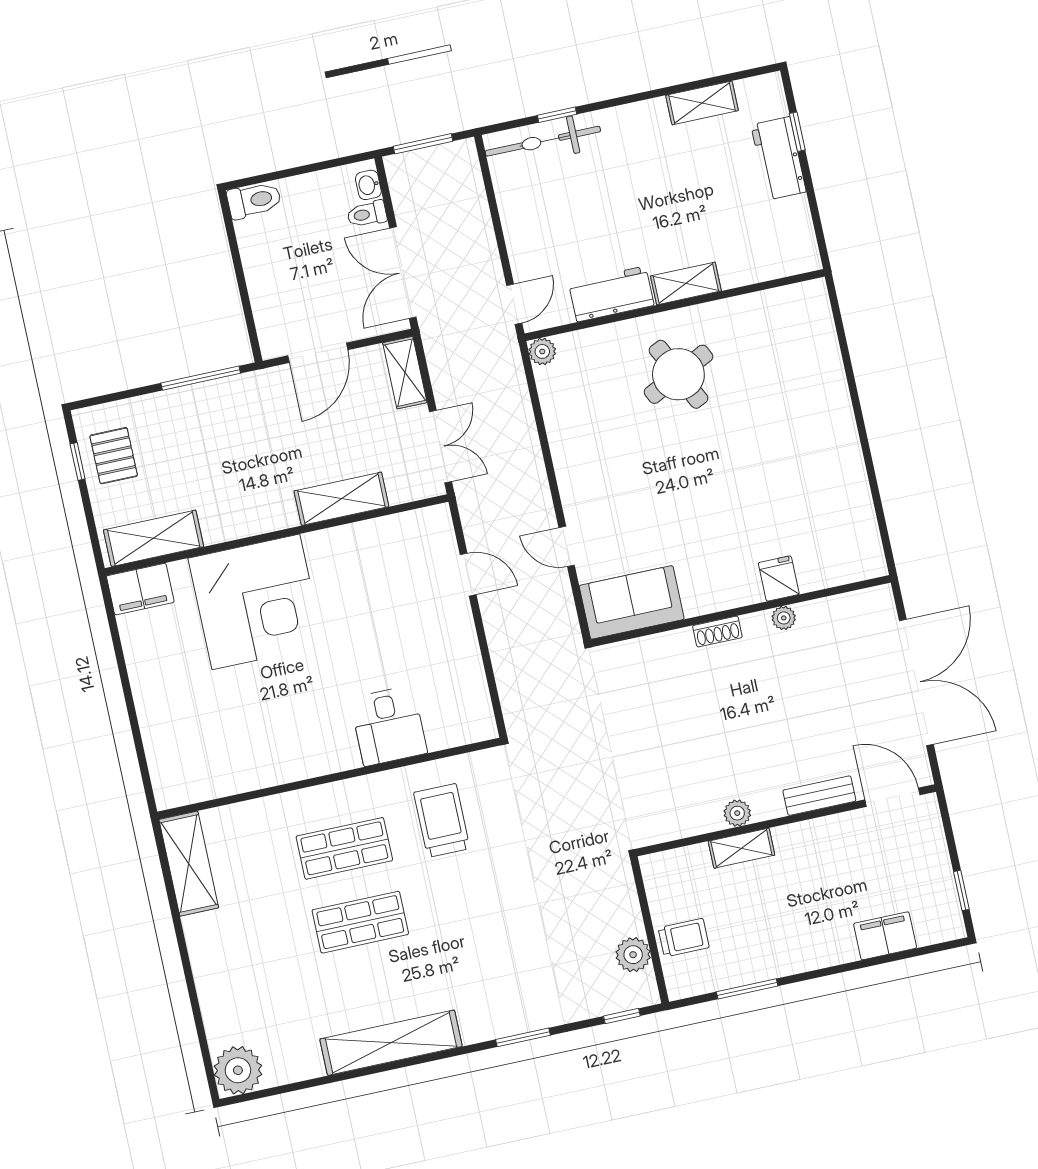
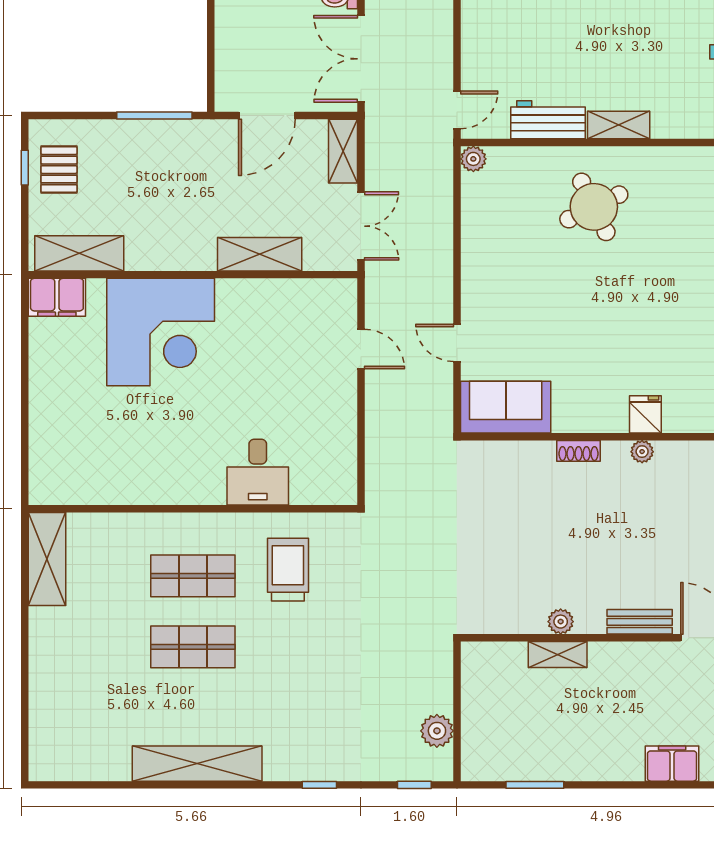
trolley: (684, 938) -> (487, 725), removed
window: (523, 1037) -> (319, 785), width x0.67
plant: (238, 1070) -> (51, 759), removed

